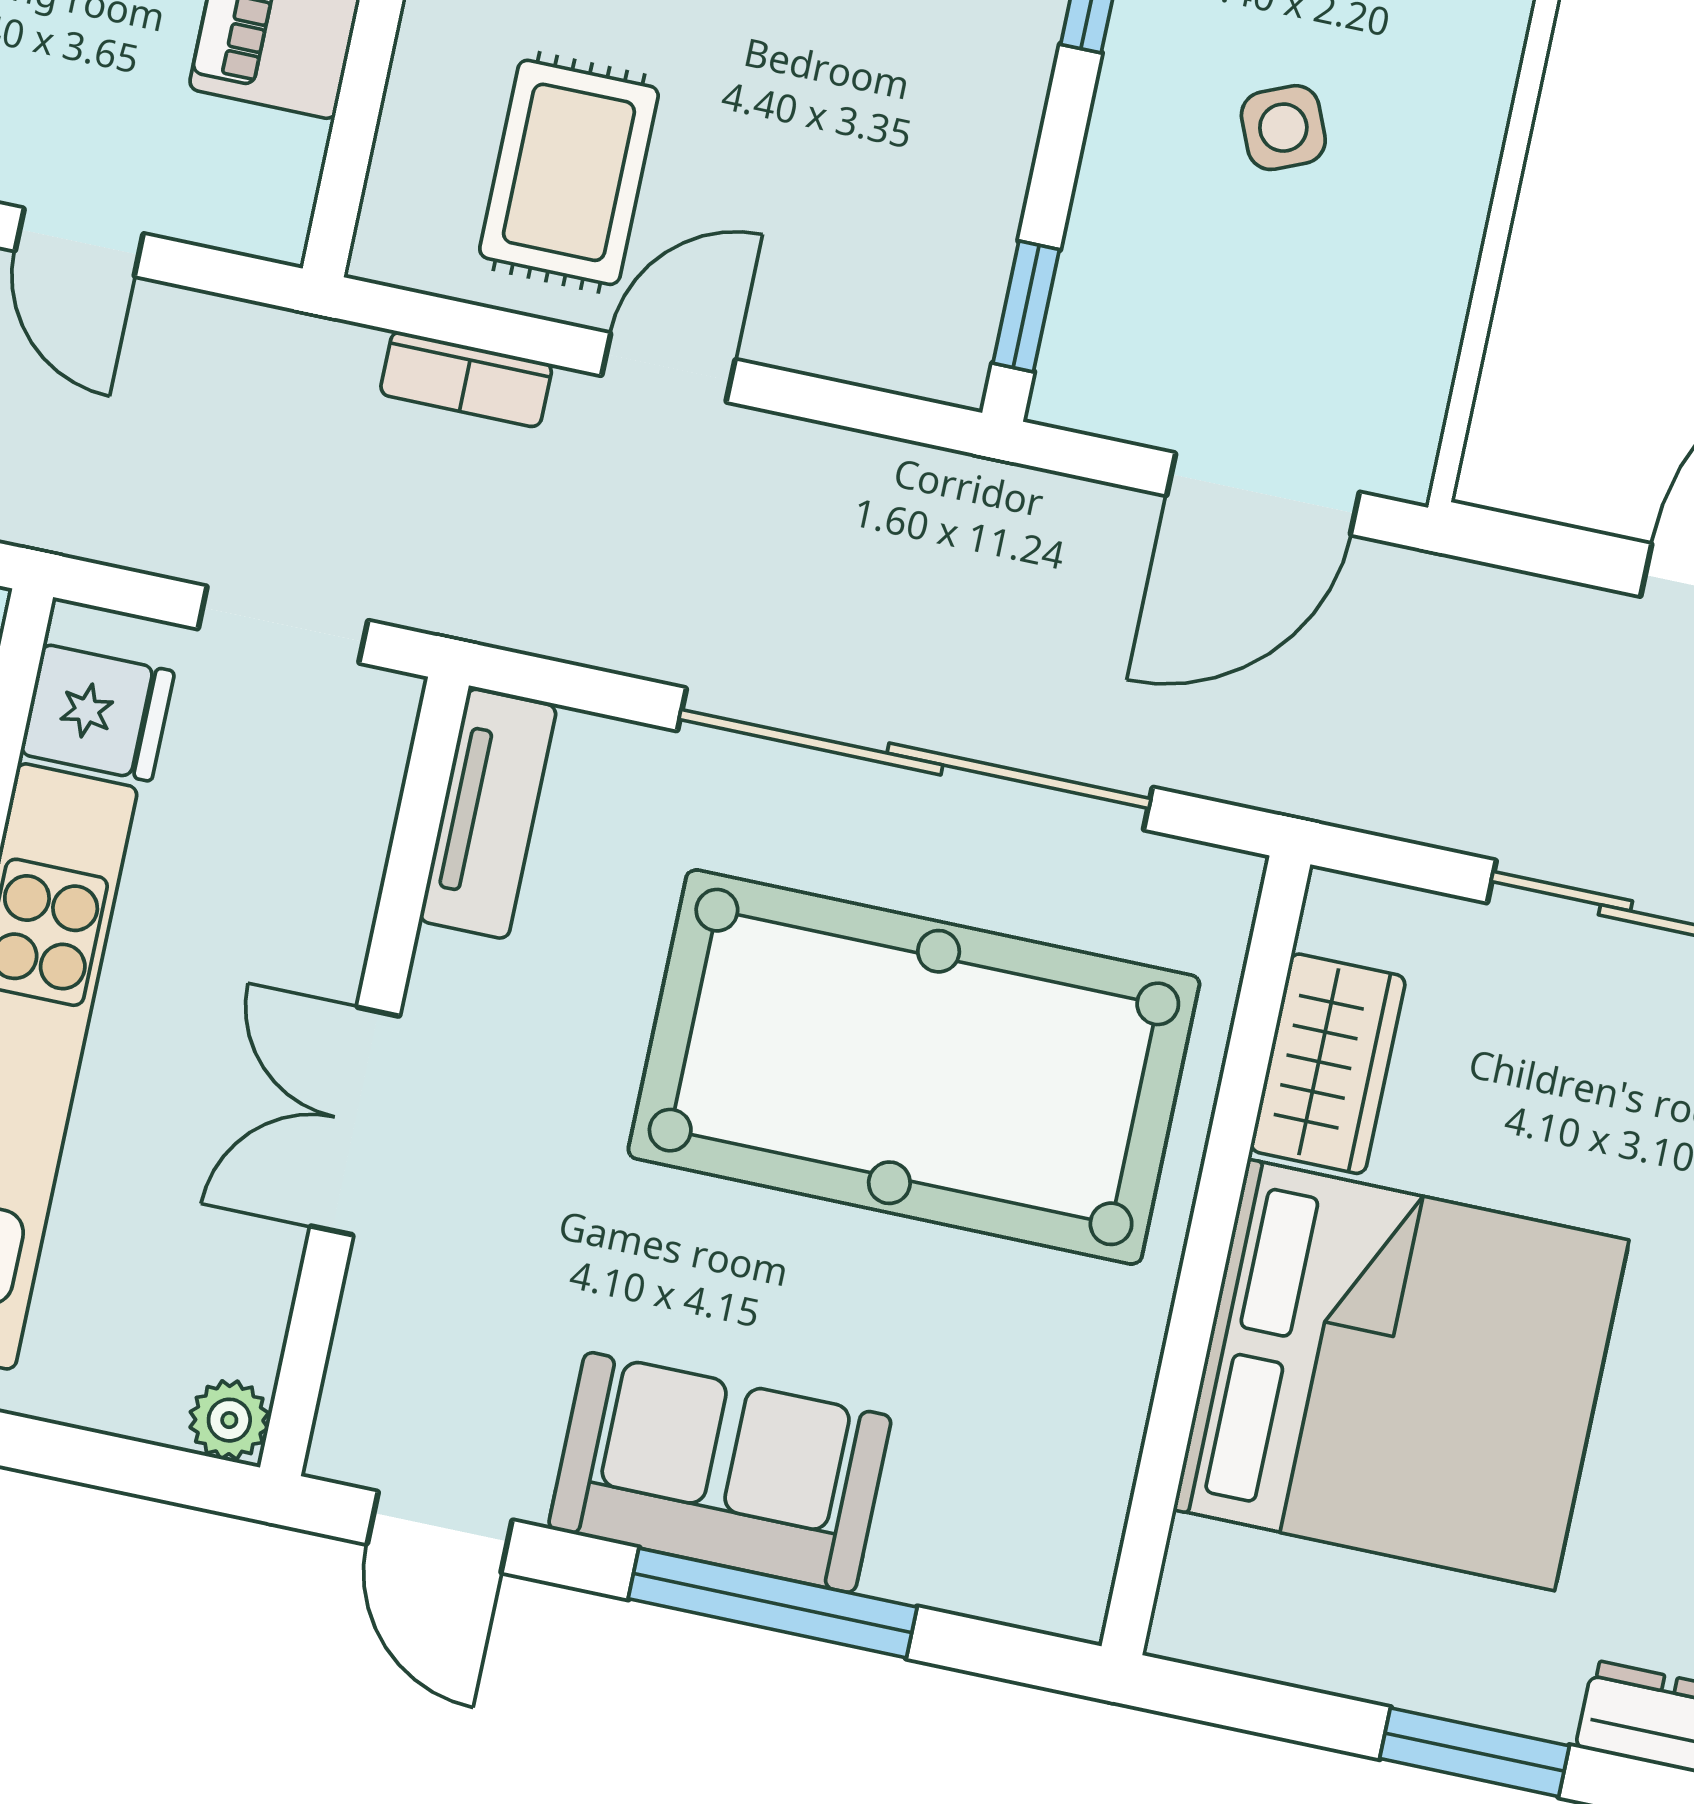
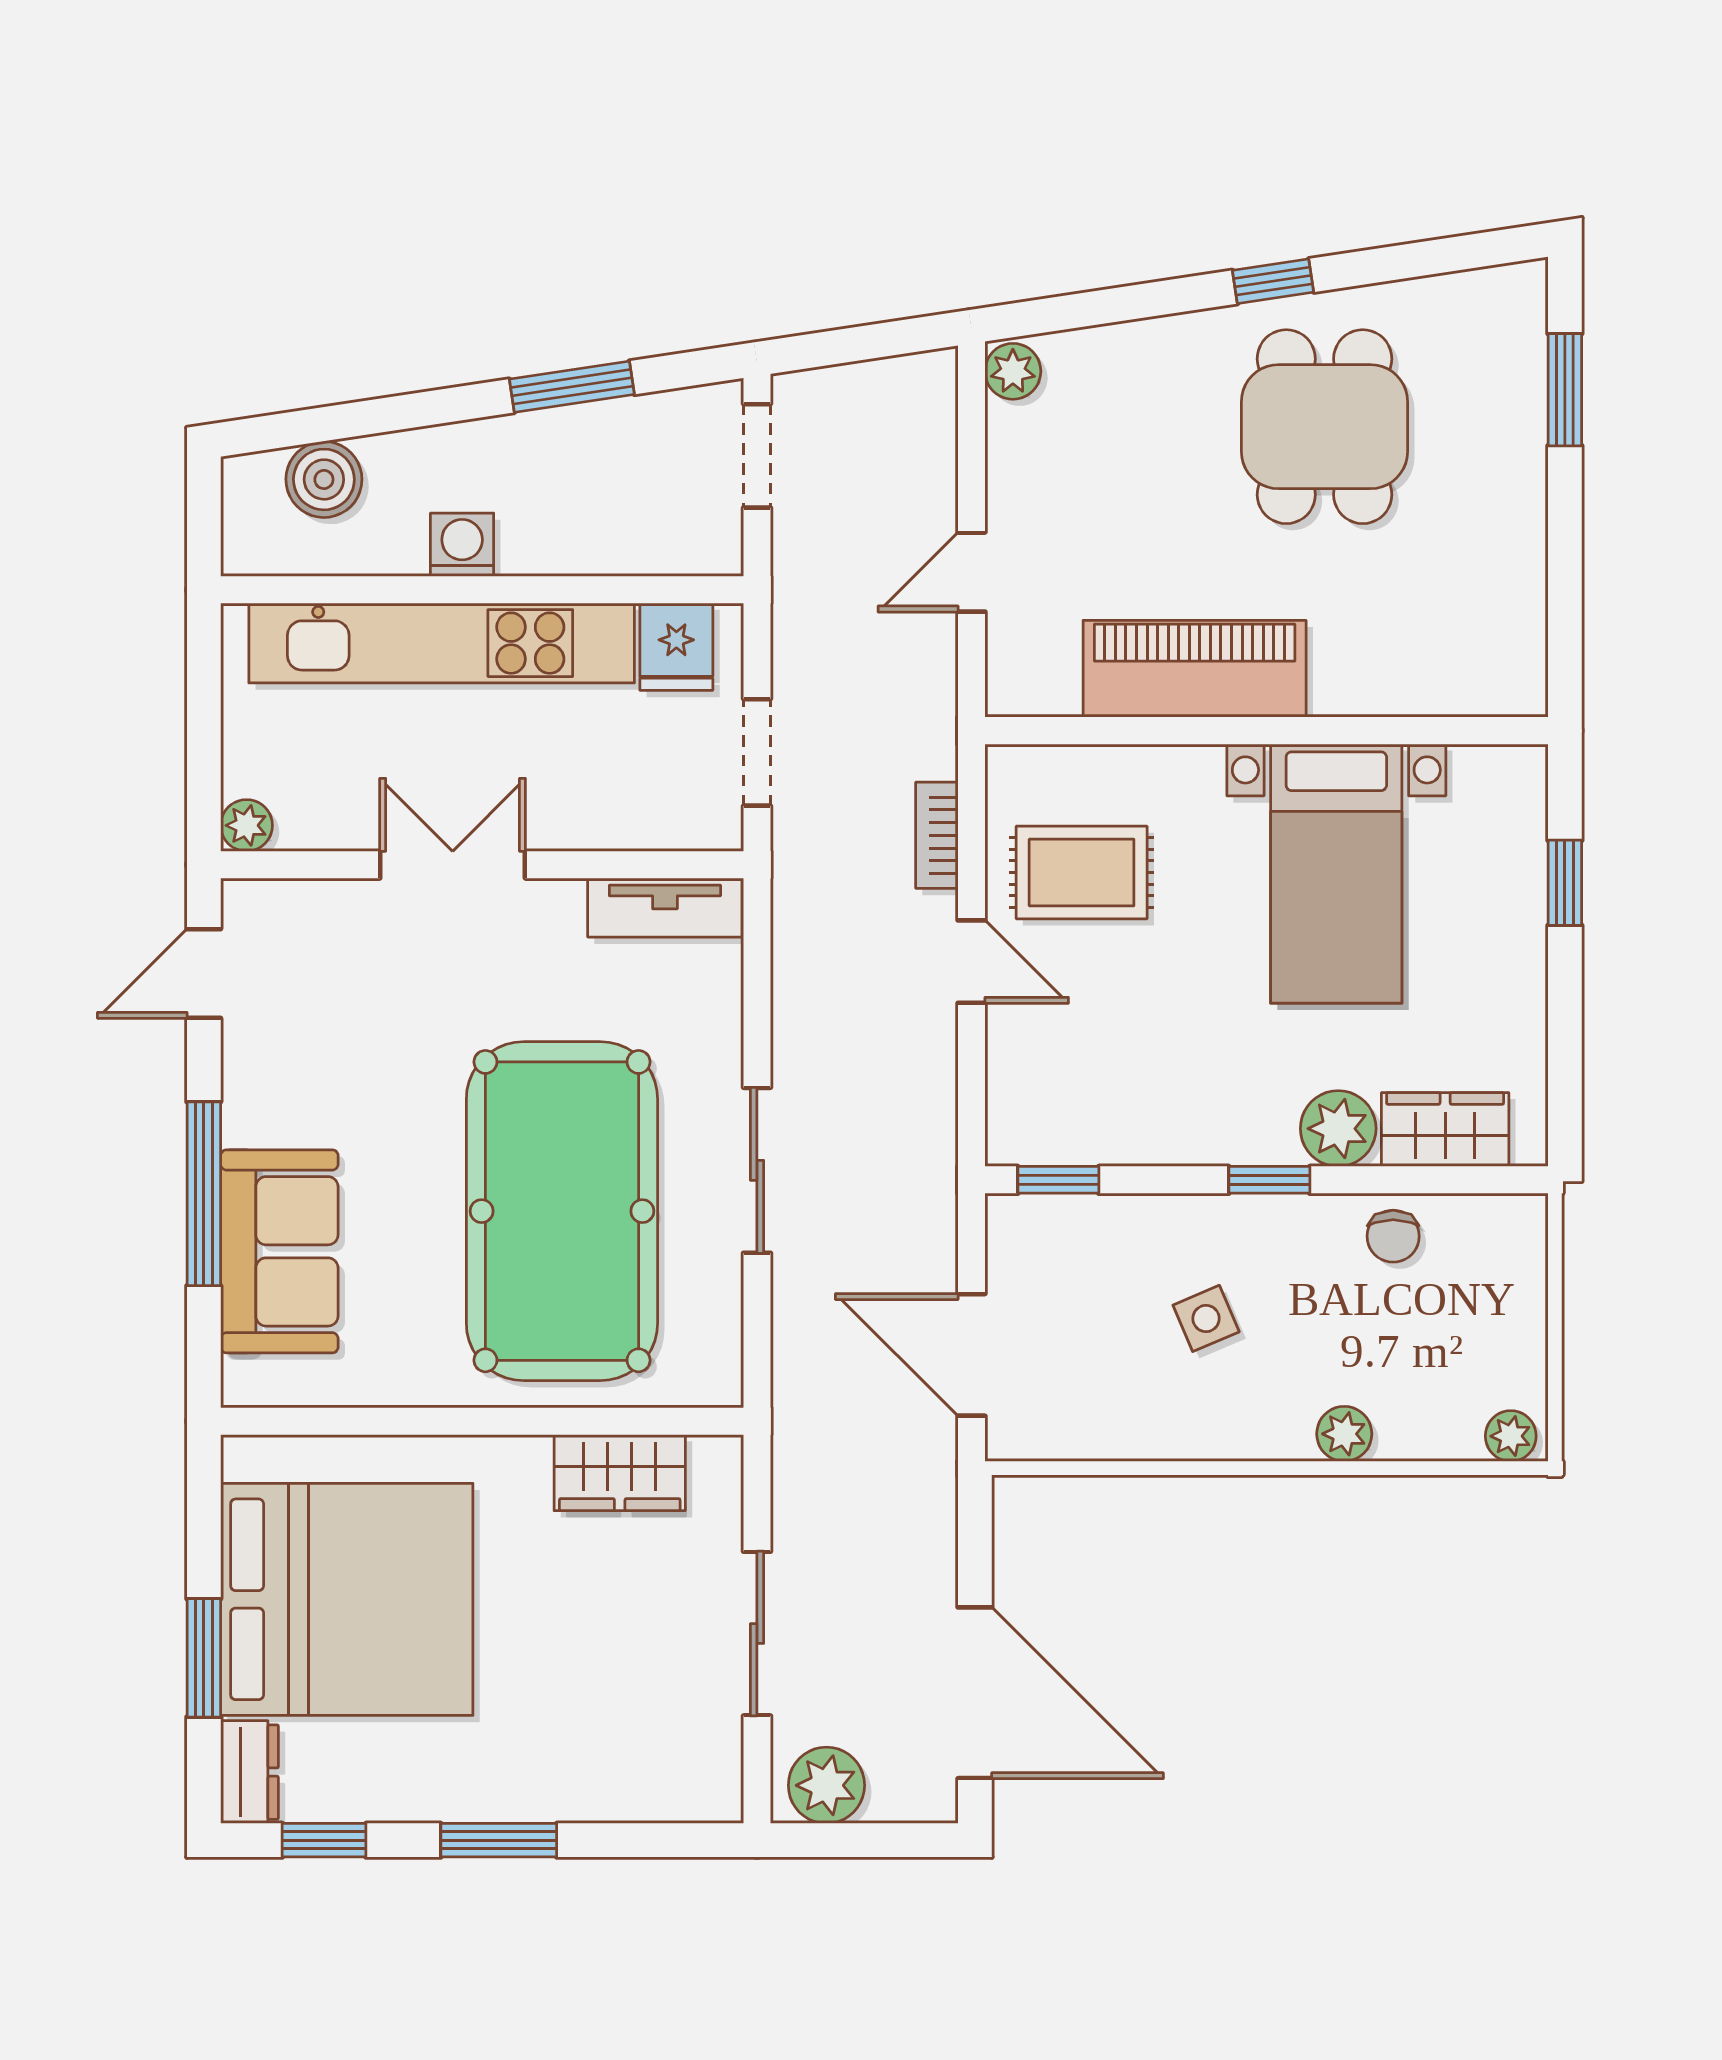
sliding door: (915, 759) -> (757, 1170), width x0.54
bed: (1401, 1375) -> (347, 1599), moved, turned -90
sofa: (720, 1472) -> (279, 1251), moved

